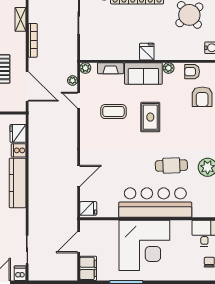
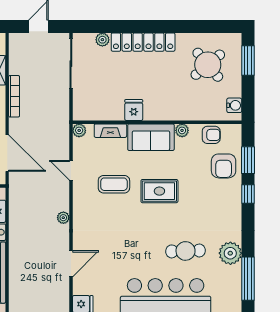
fridge: (147, 52) -> (134, 110), moved
armchair: (192, 72) -> (211, 135), turned 180
plant: (73, 81) -> (63, 218), moved
rug: (150, 117) -> (159, 191), turned 90

